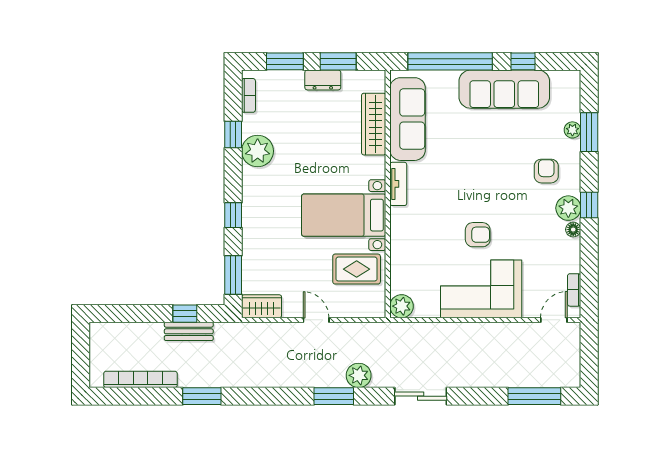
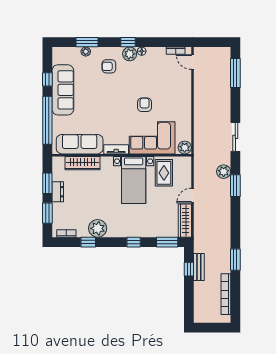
corner sofa: (481, 289) -> (152, 138), moved, turned 90
wardrobe: (262, 306) -> (185, 221), width x1.50

